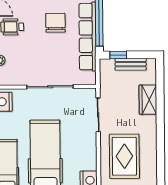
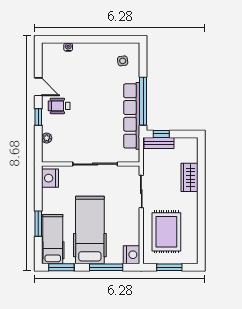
chair: (55, 23) -> (101, 102), removed
bench: (131, 64) -> (159, 143), moved

